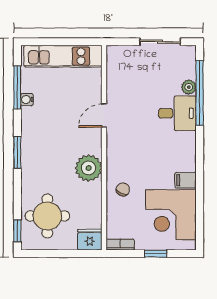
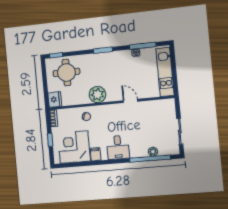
desk: (177, 113) -> (118, 147), moved

